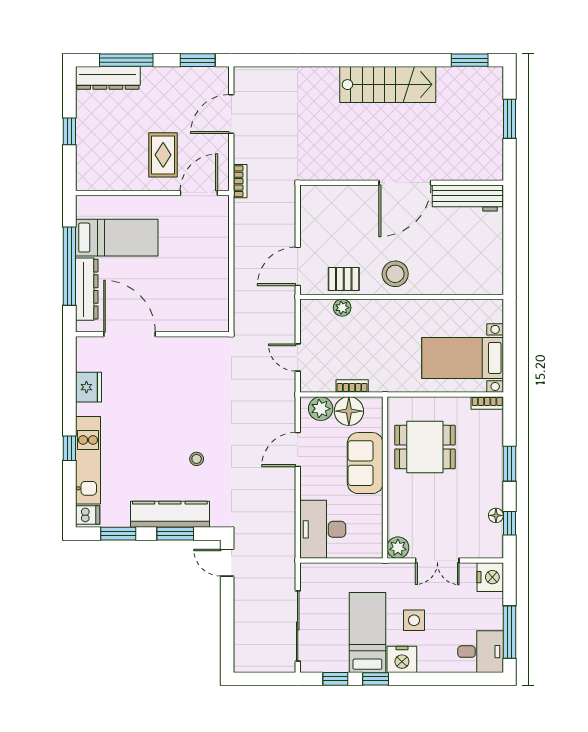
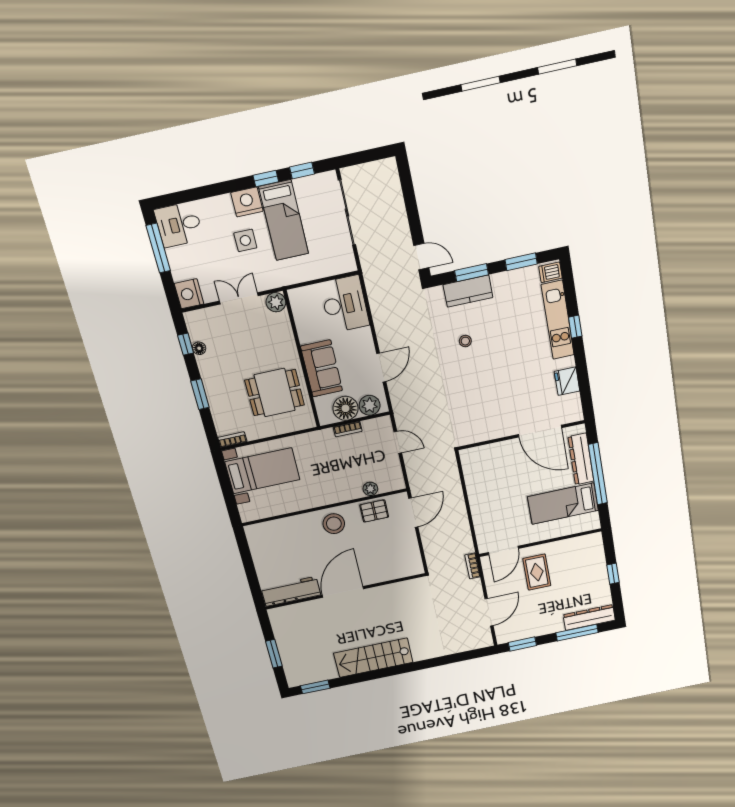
kitchen counter: (170, 514) -> (468, 291), width x0.67

